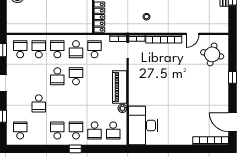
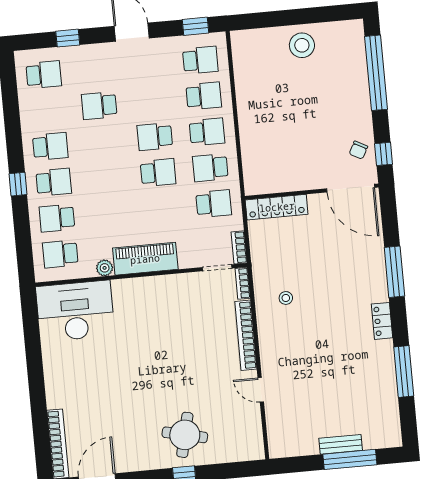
round table: (212, 54) -> (185, 435), moved

